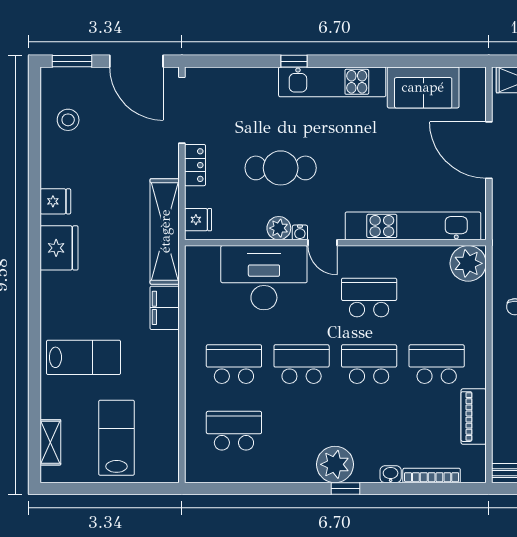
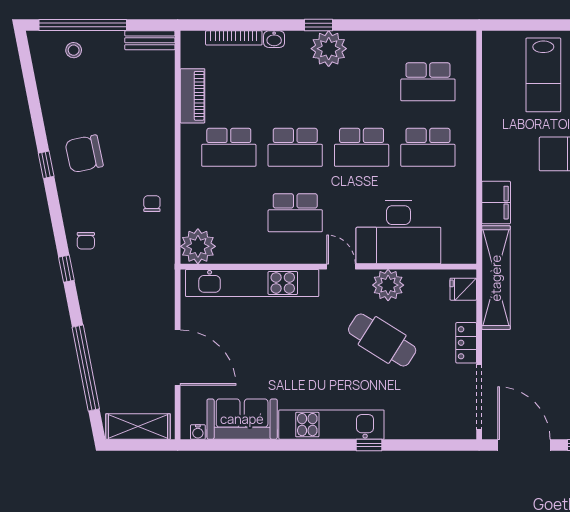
cafe table: (281, 168) -> (382, 340), turned 32
plant: (279, 228) -> (388, 285), width x1.36, depth x1.36
water cooler: (300, 232) -> (198, 432), moved, turned 180

